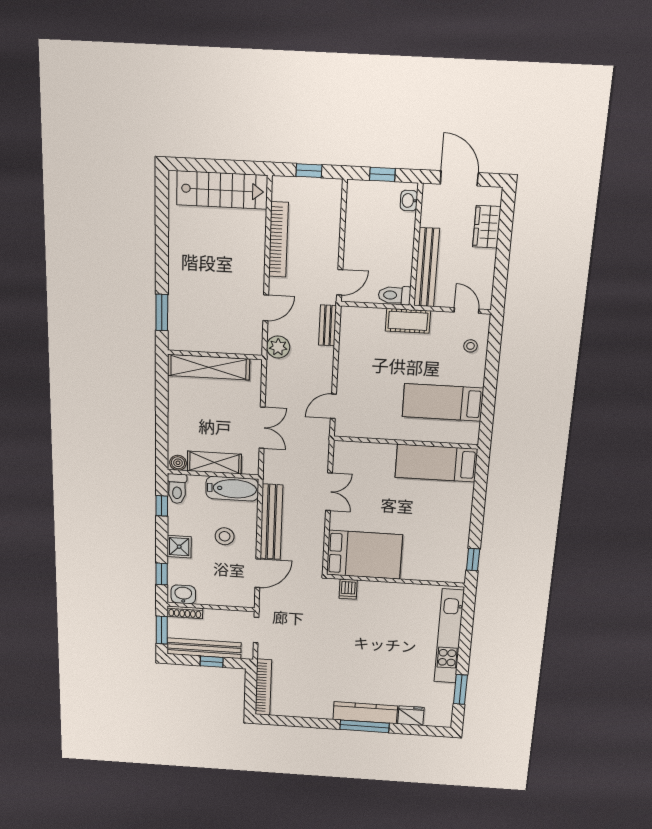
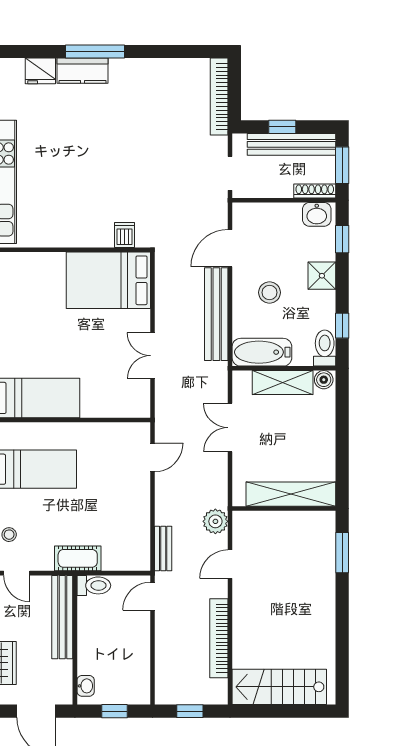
kitchen counter: (365, 713) -> (83, 71), width x0.67

